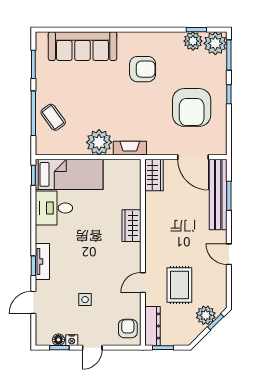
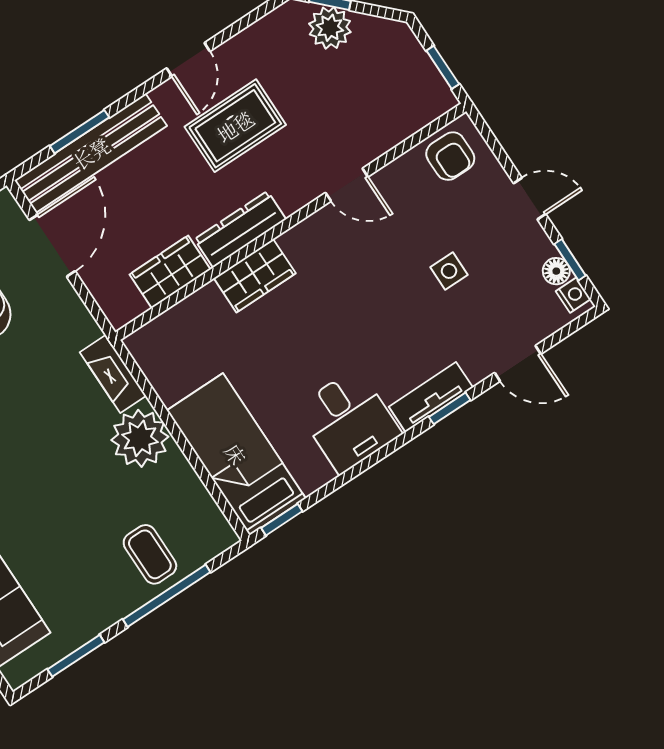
coffee table: (53, 117) -> (150, 554), turned -54
wardrobe: (154, 175) -> (170, 272), moved
desk: (54, 208) -> (349, 421), moved
rug: (179, 285) -> (235, 126), moved
dresser: (152, 326) -> (240, 229), moved
armchair: (128, 329) -> (450, 156), turned -90
nightstand: (72, 340) -> (573, 295), moved

